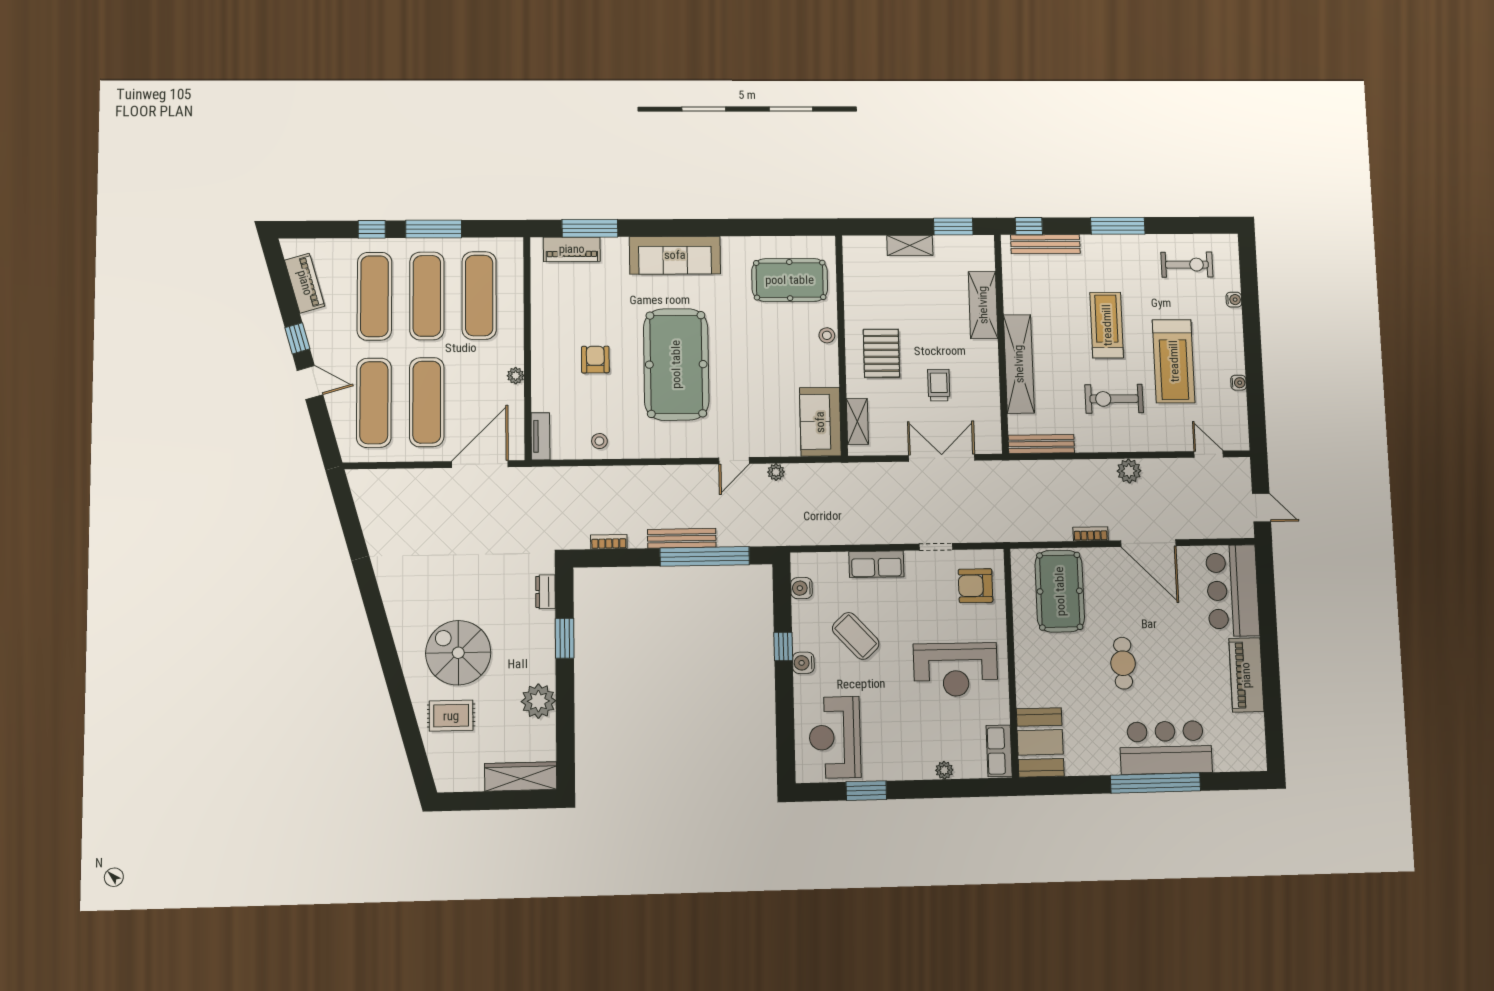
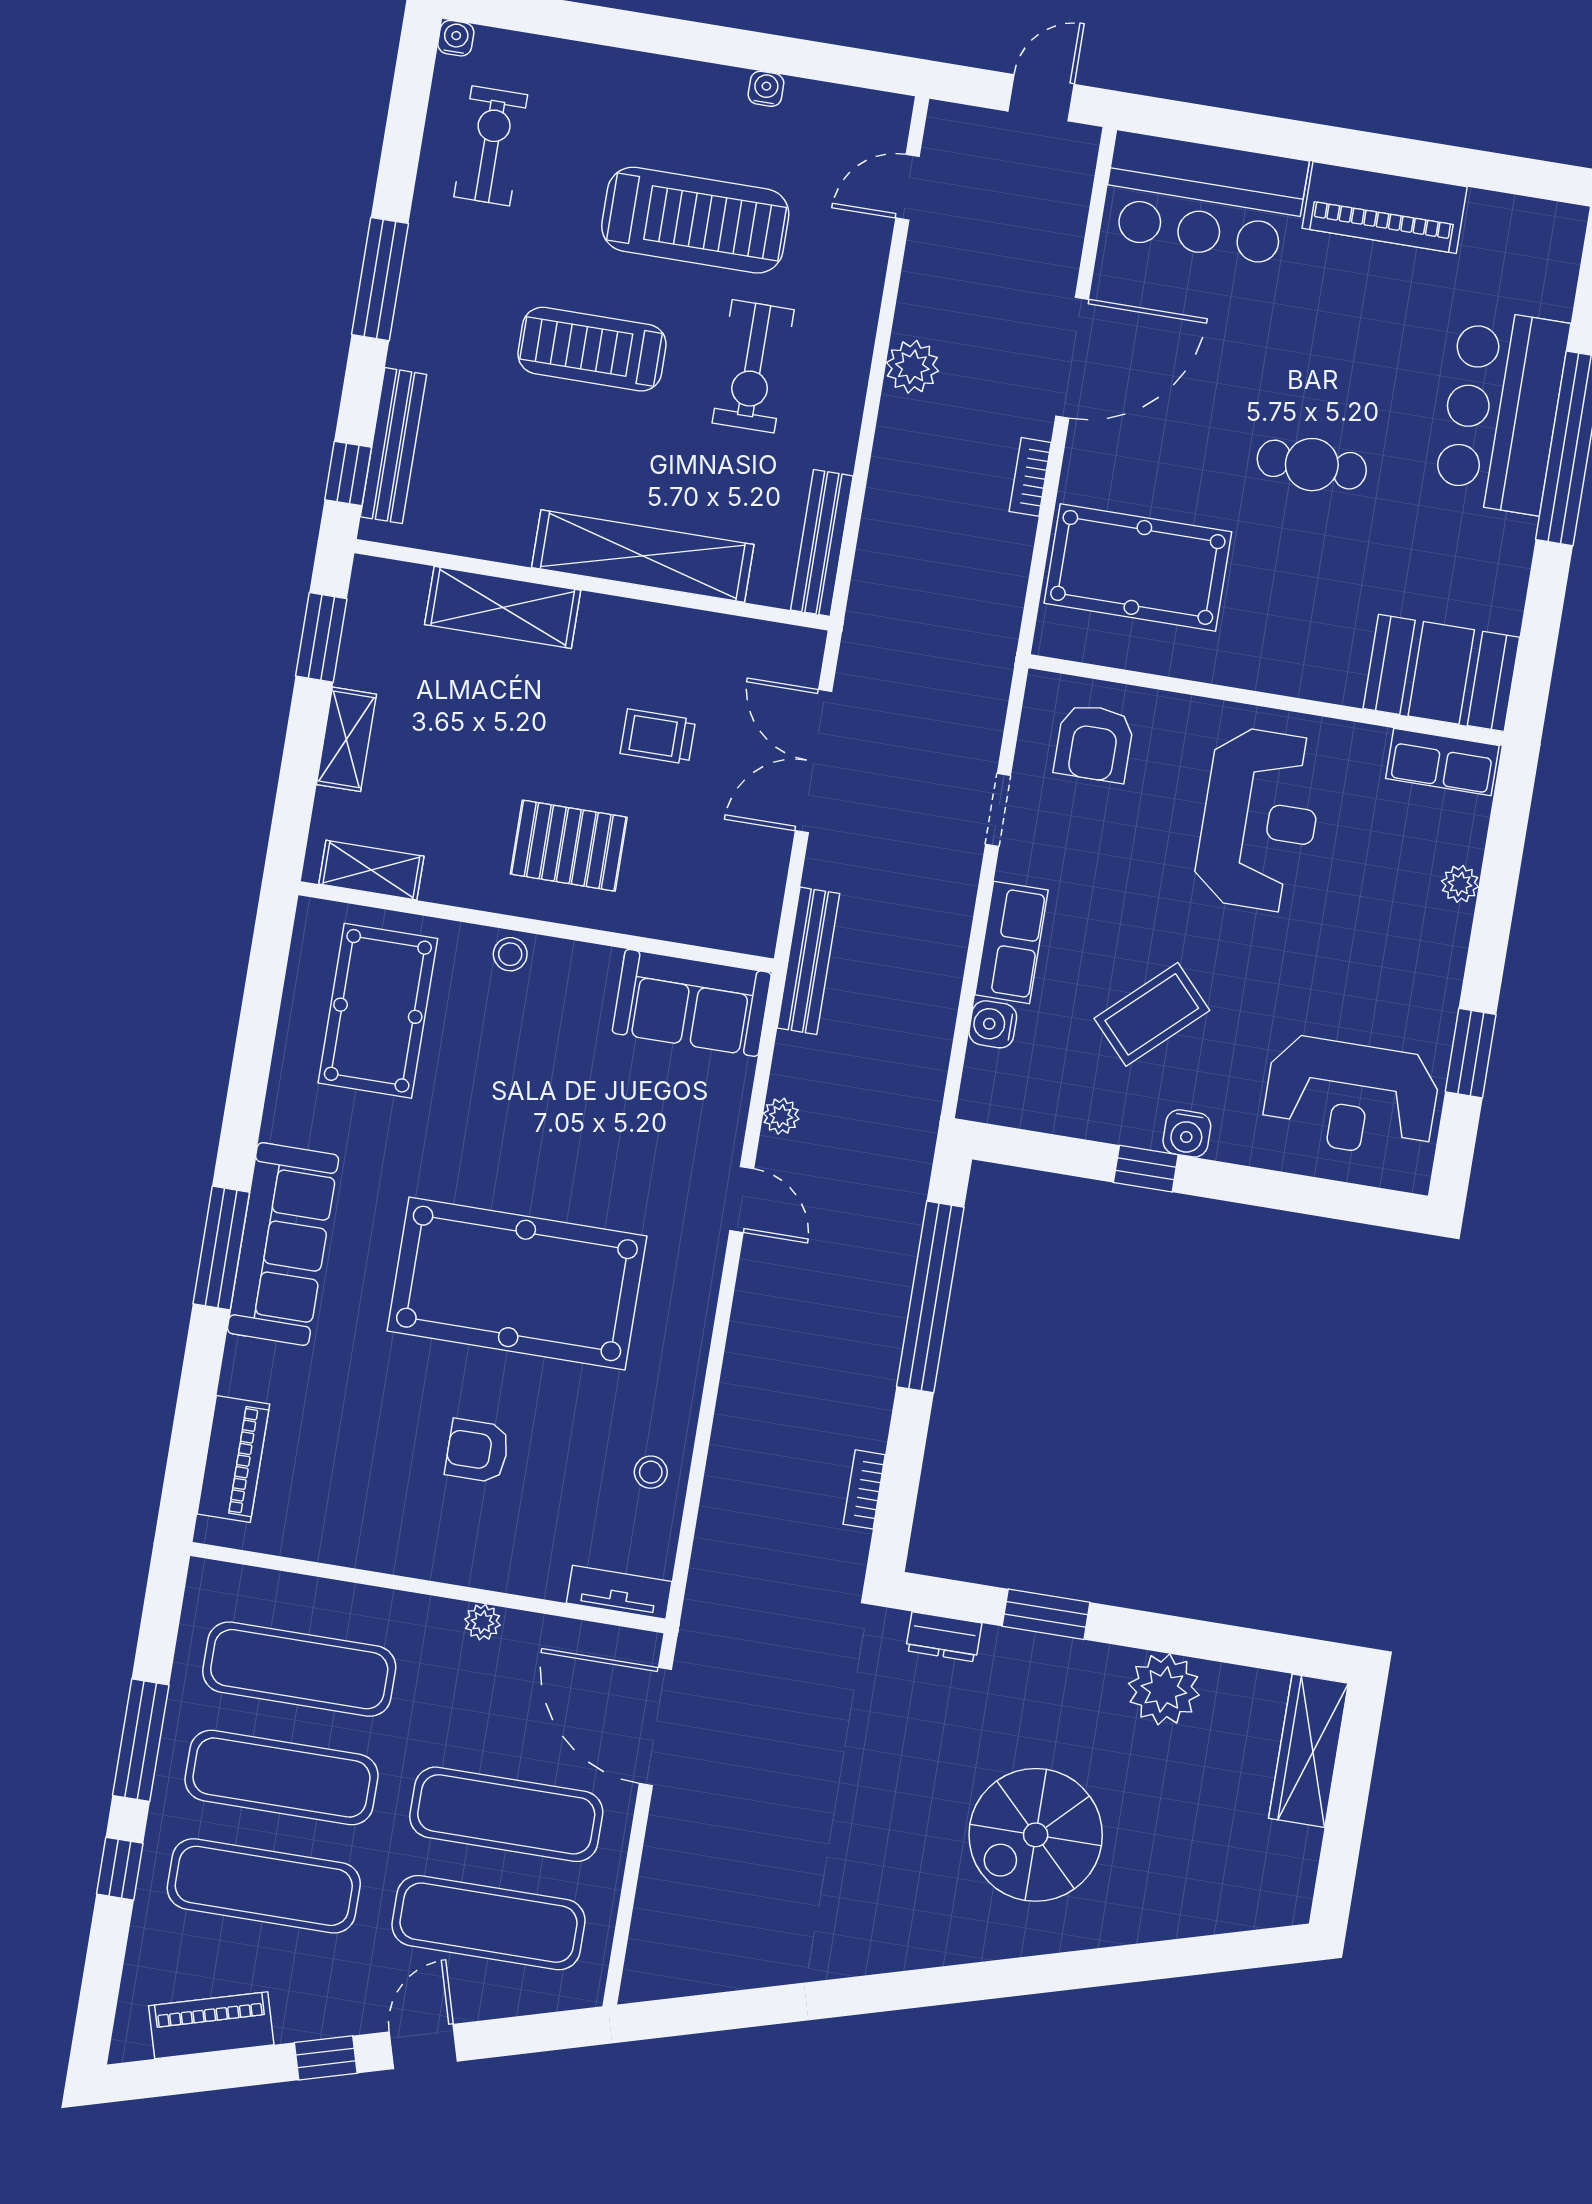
window: (590, 228) -> (221, 1248), moved
water cooler: (1234, 300) -> (456, 38), moved
shelving: (857, 422) -> (371, 870), moved
bench: (682, 538) -> (808, 961), moved
water cooler: (802, 588) -> (993, 1024), moved, turned 90
rug: (451, 716) -> (1160, 1870), removed

